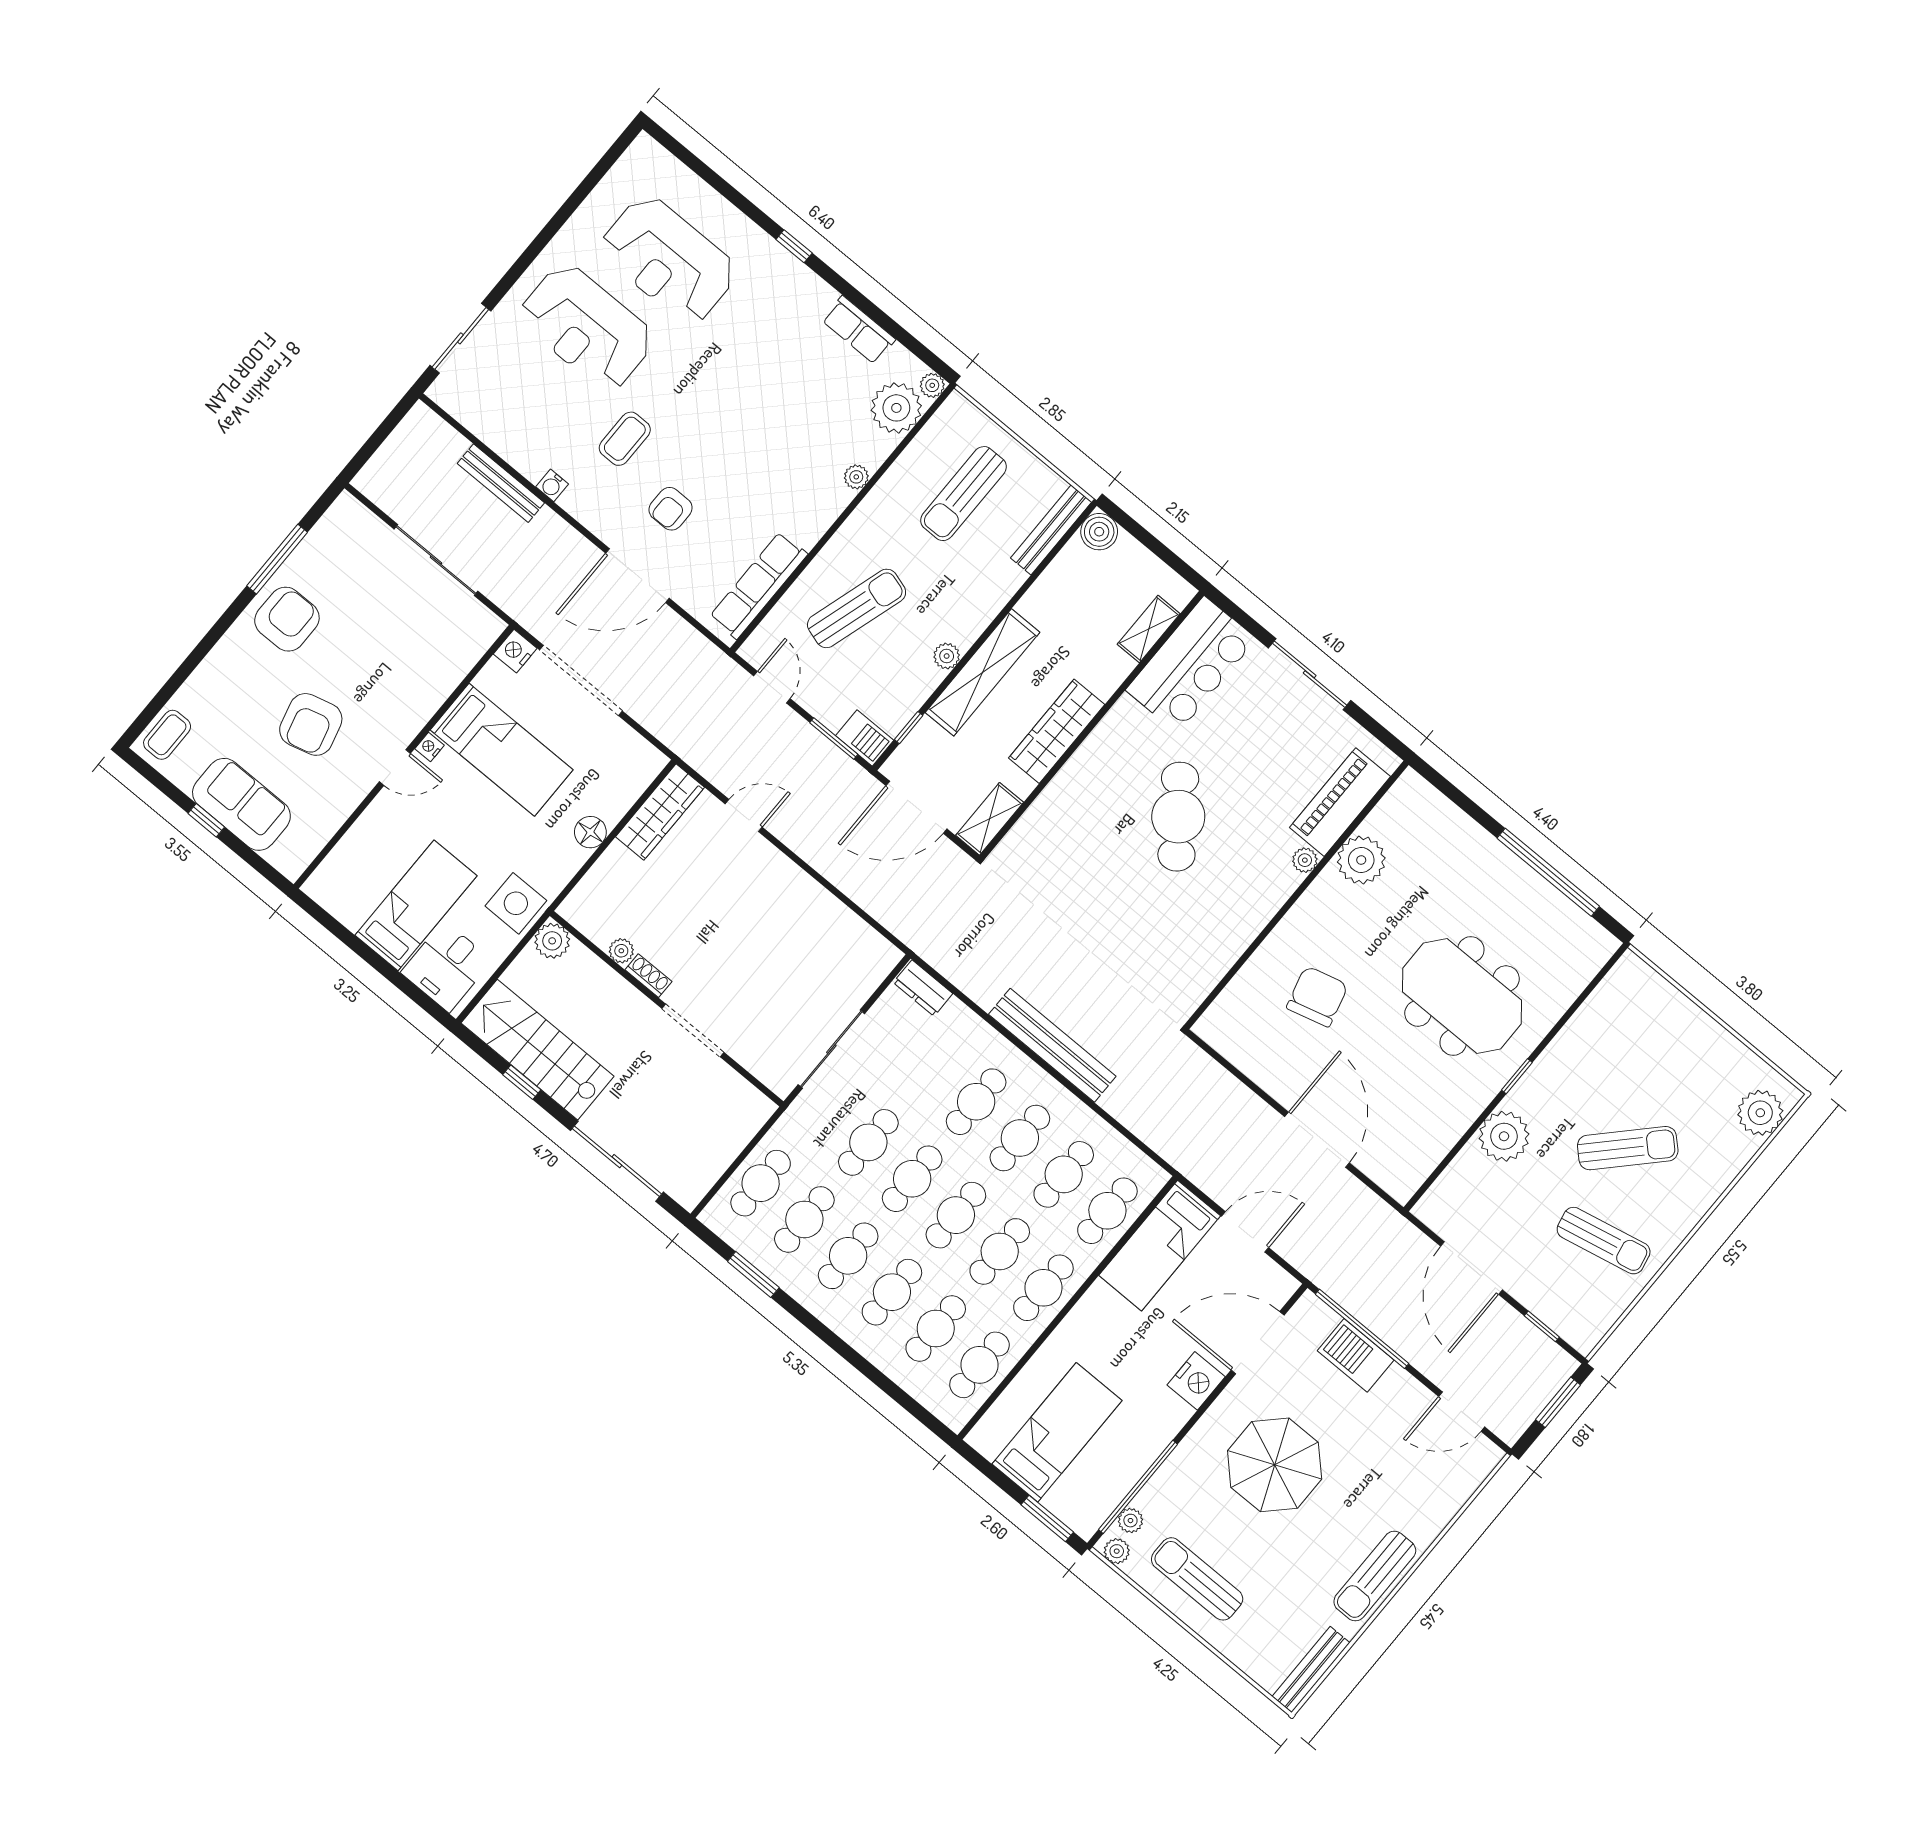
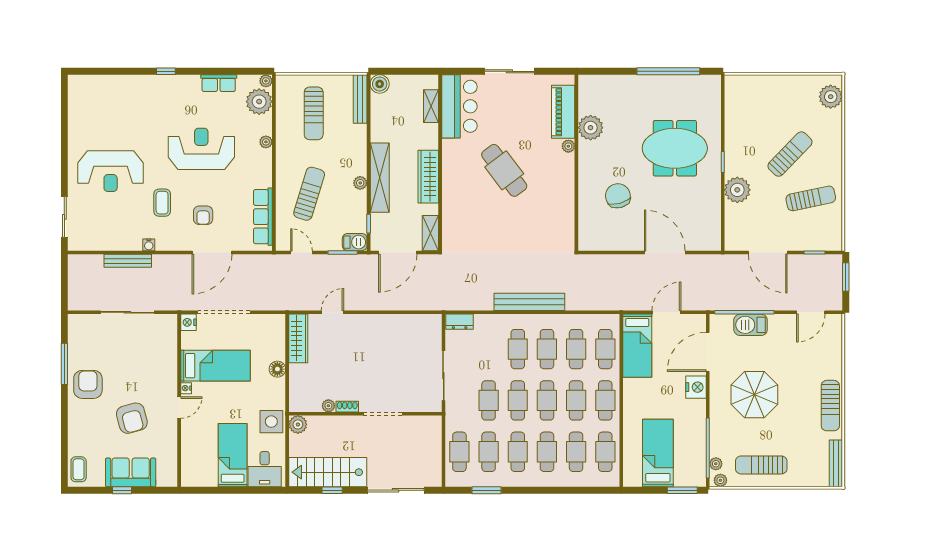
reception desk: (668, 260) -> (201, 149), moved, turned 180

